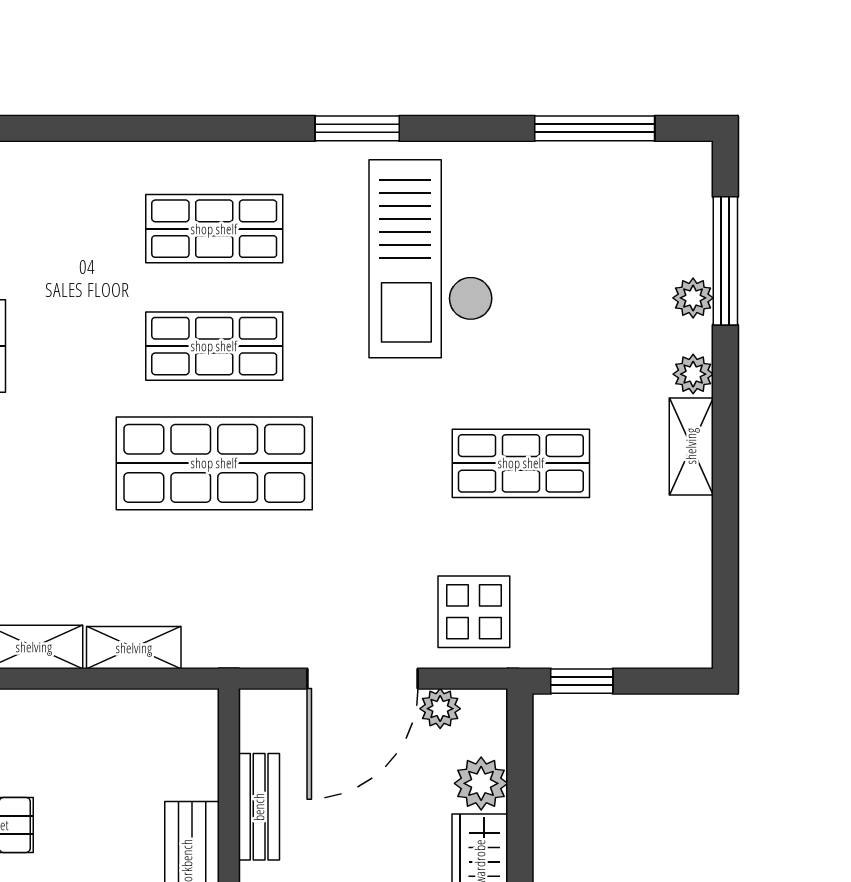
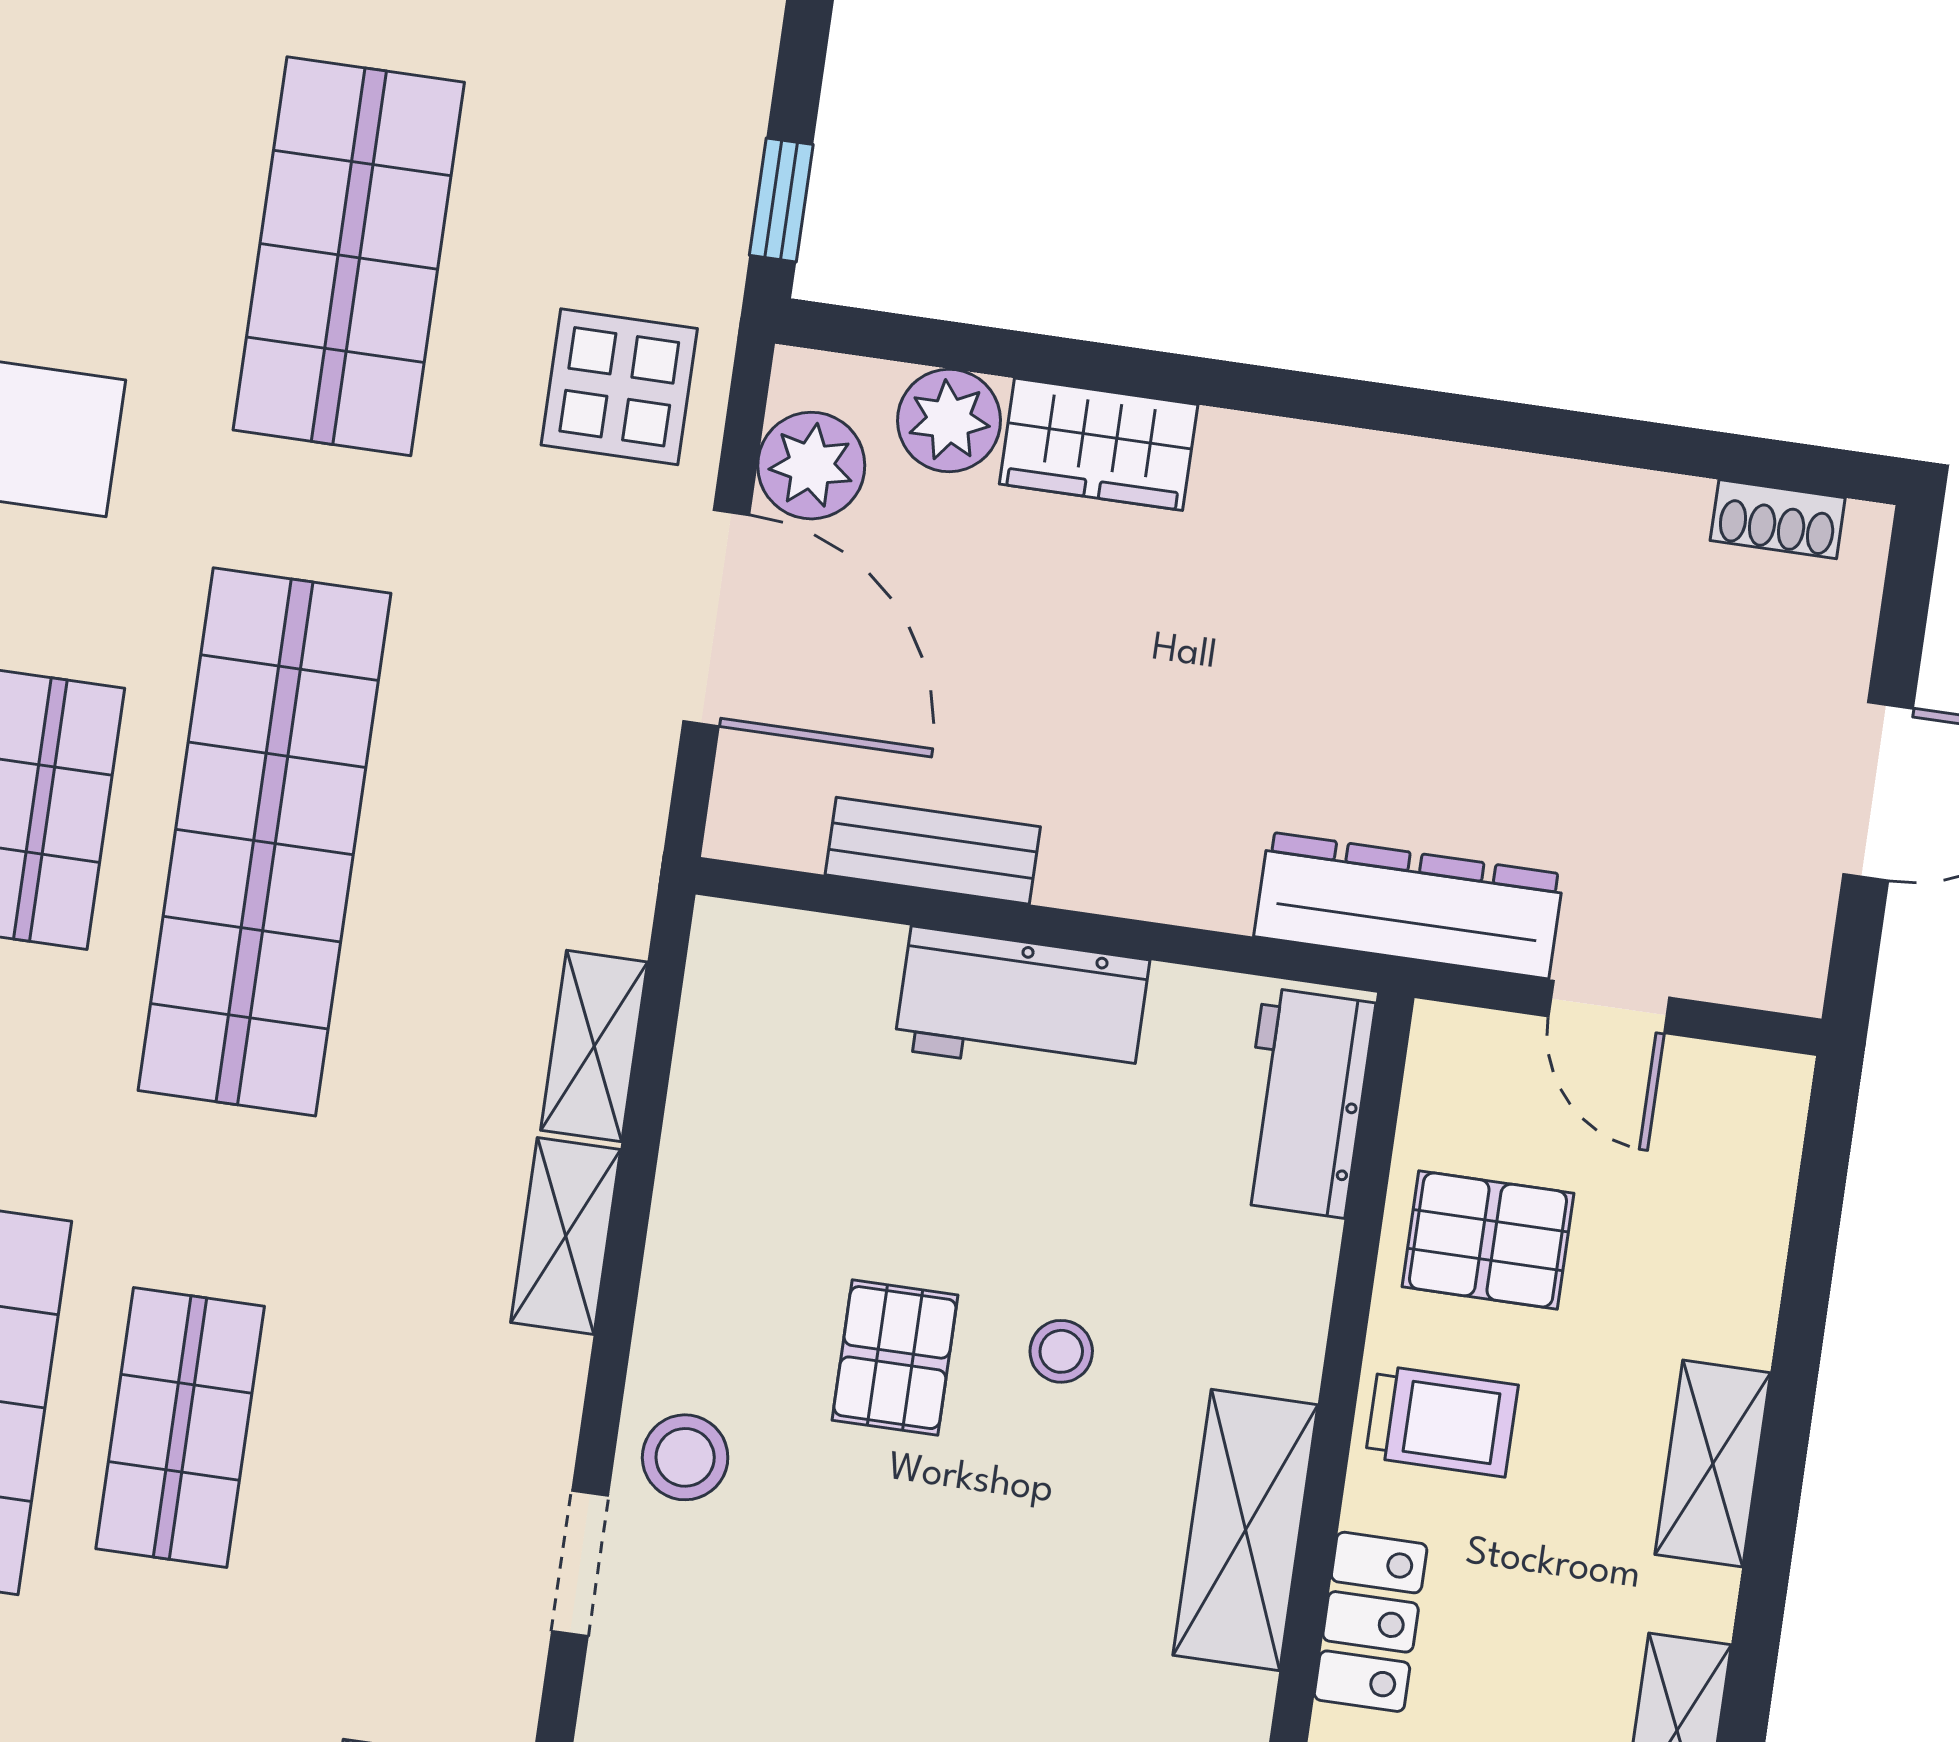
shop shelf: (214, 463) -> (264, 842), width x1.40
shop shelf: (521, 463) -> (349, 256), width x1.43, depth x1.36
plant: (440, 709) -> (811, 466), width x1.38, depth x1.38

